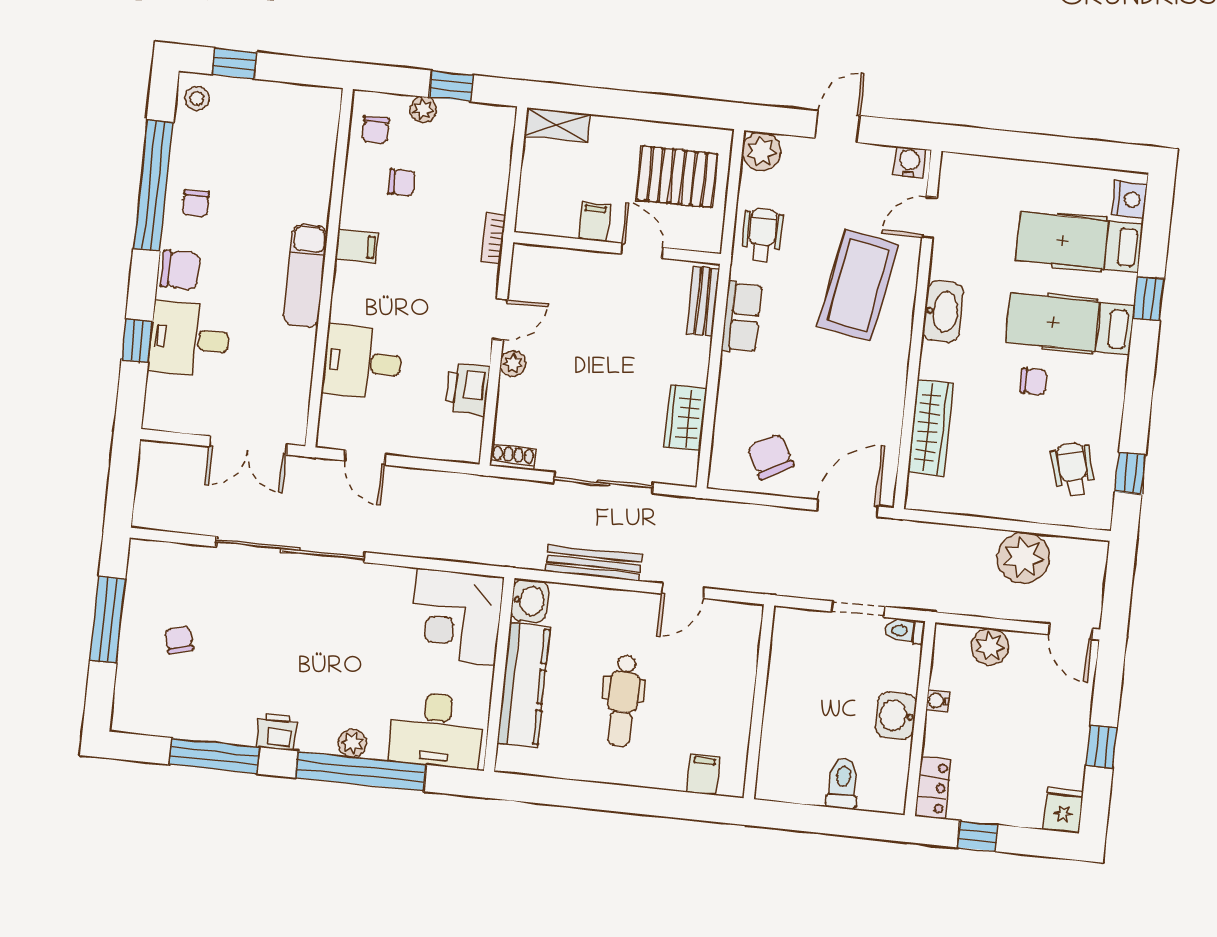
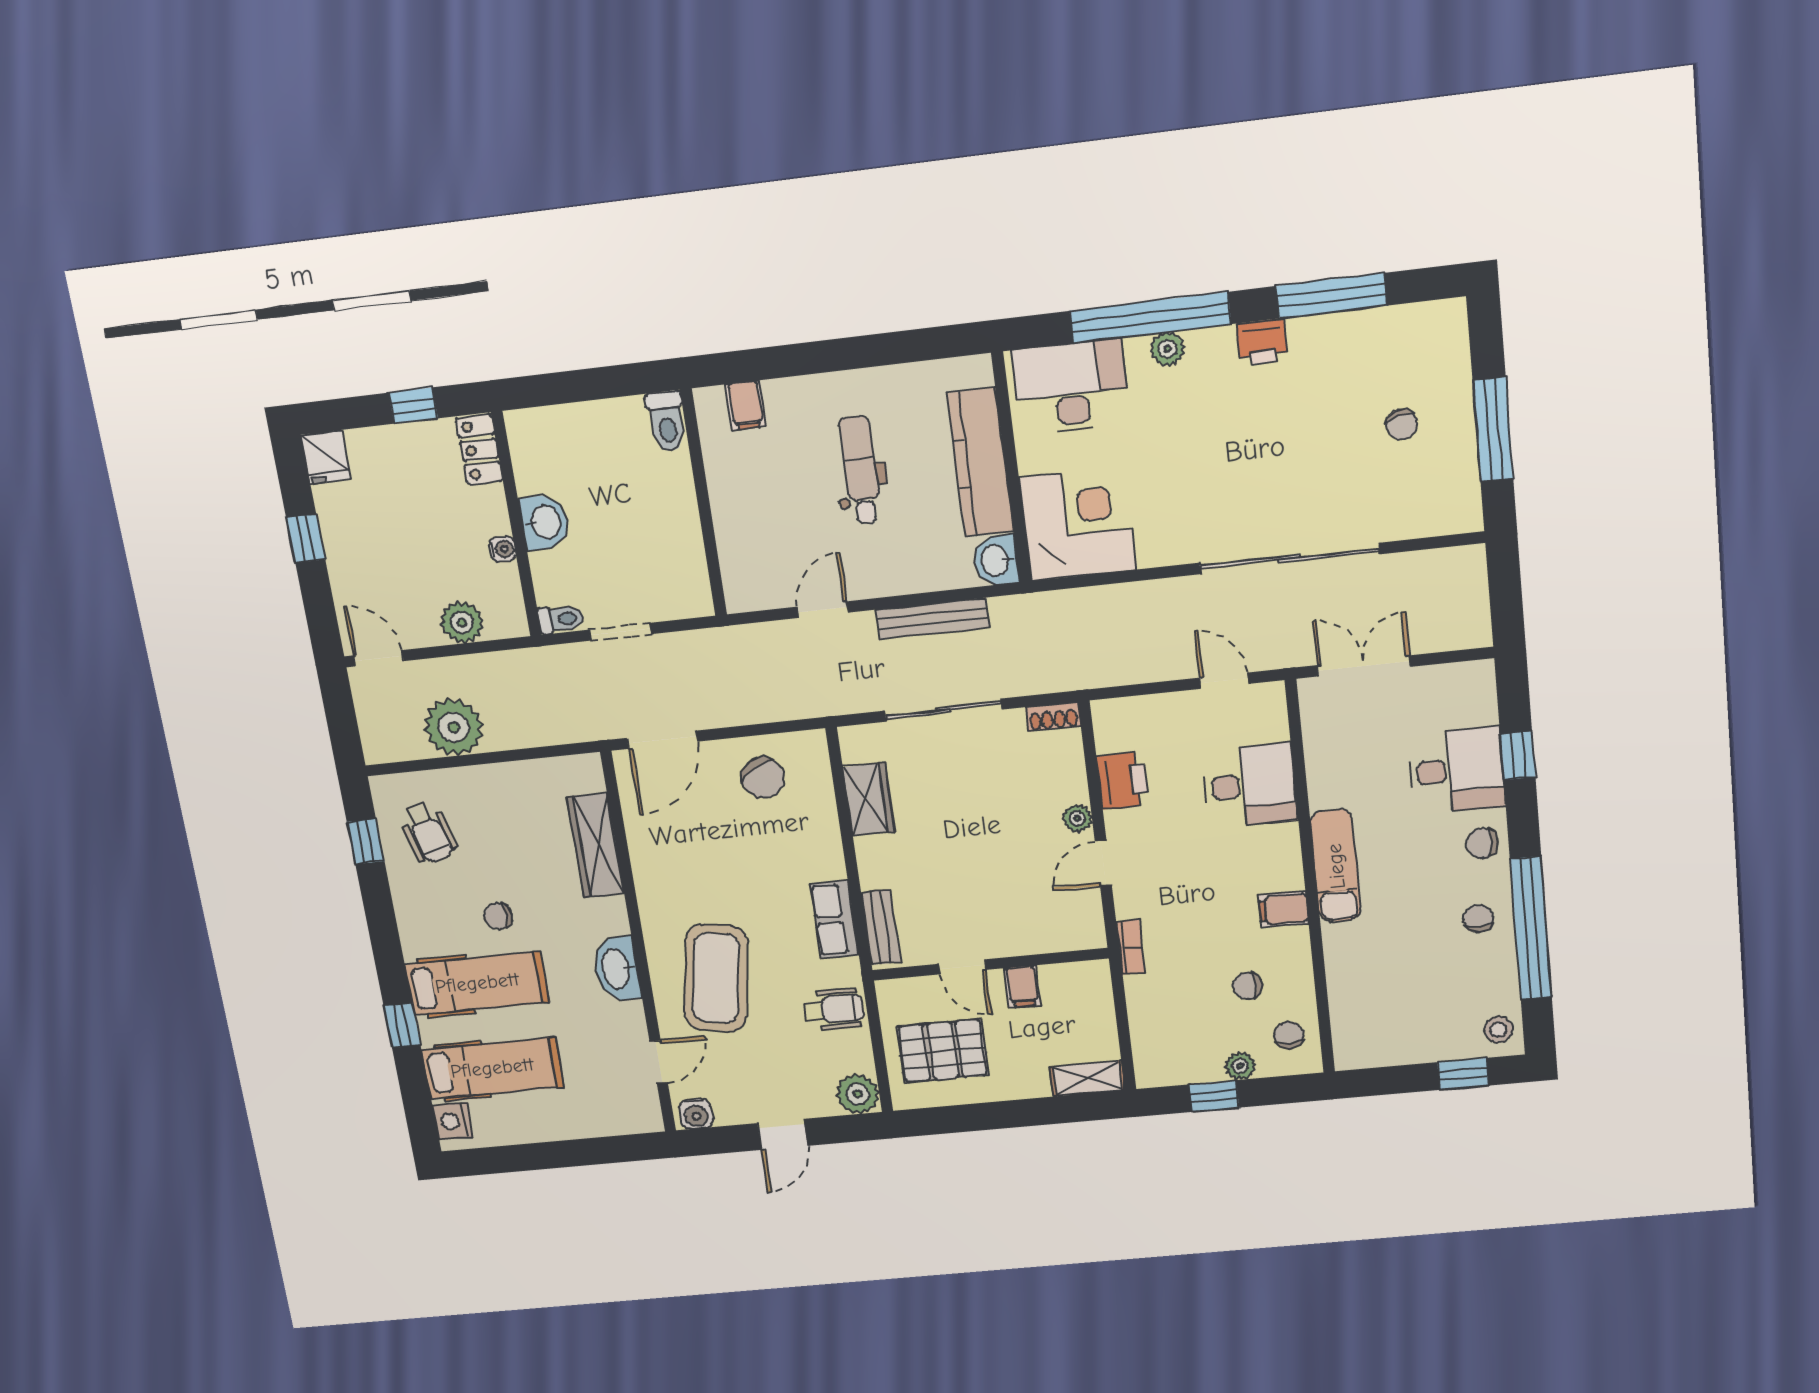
wheelchair: (762, 235) -> (834, 1009), turned -90
chair: (180, 270) -> (1482, 843), width x0.73, depth x0.73
toilet: (843, 783) -> (667, 422), moved

